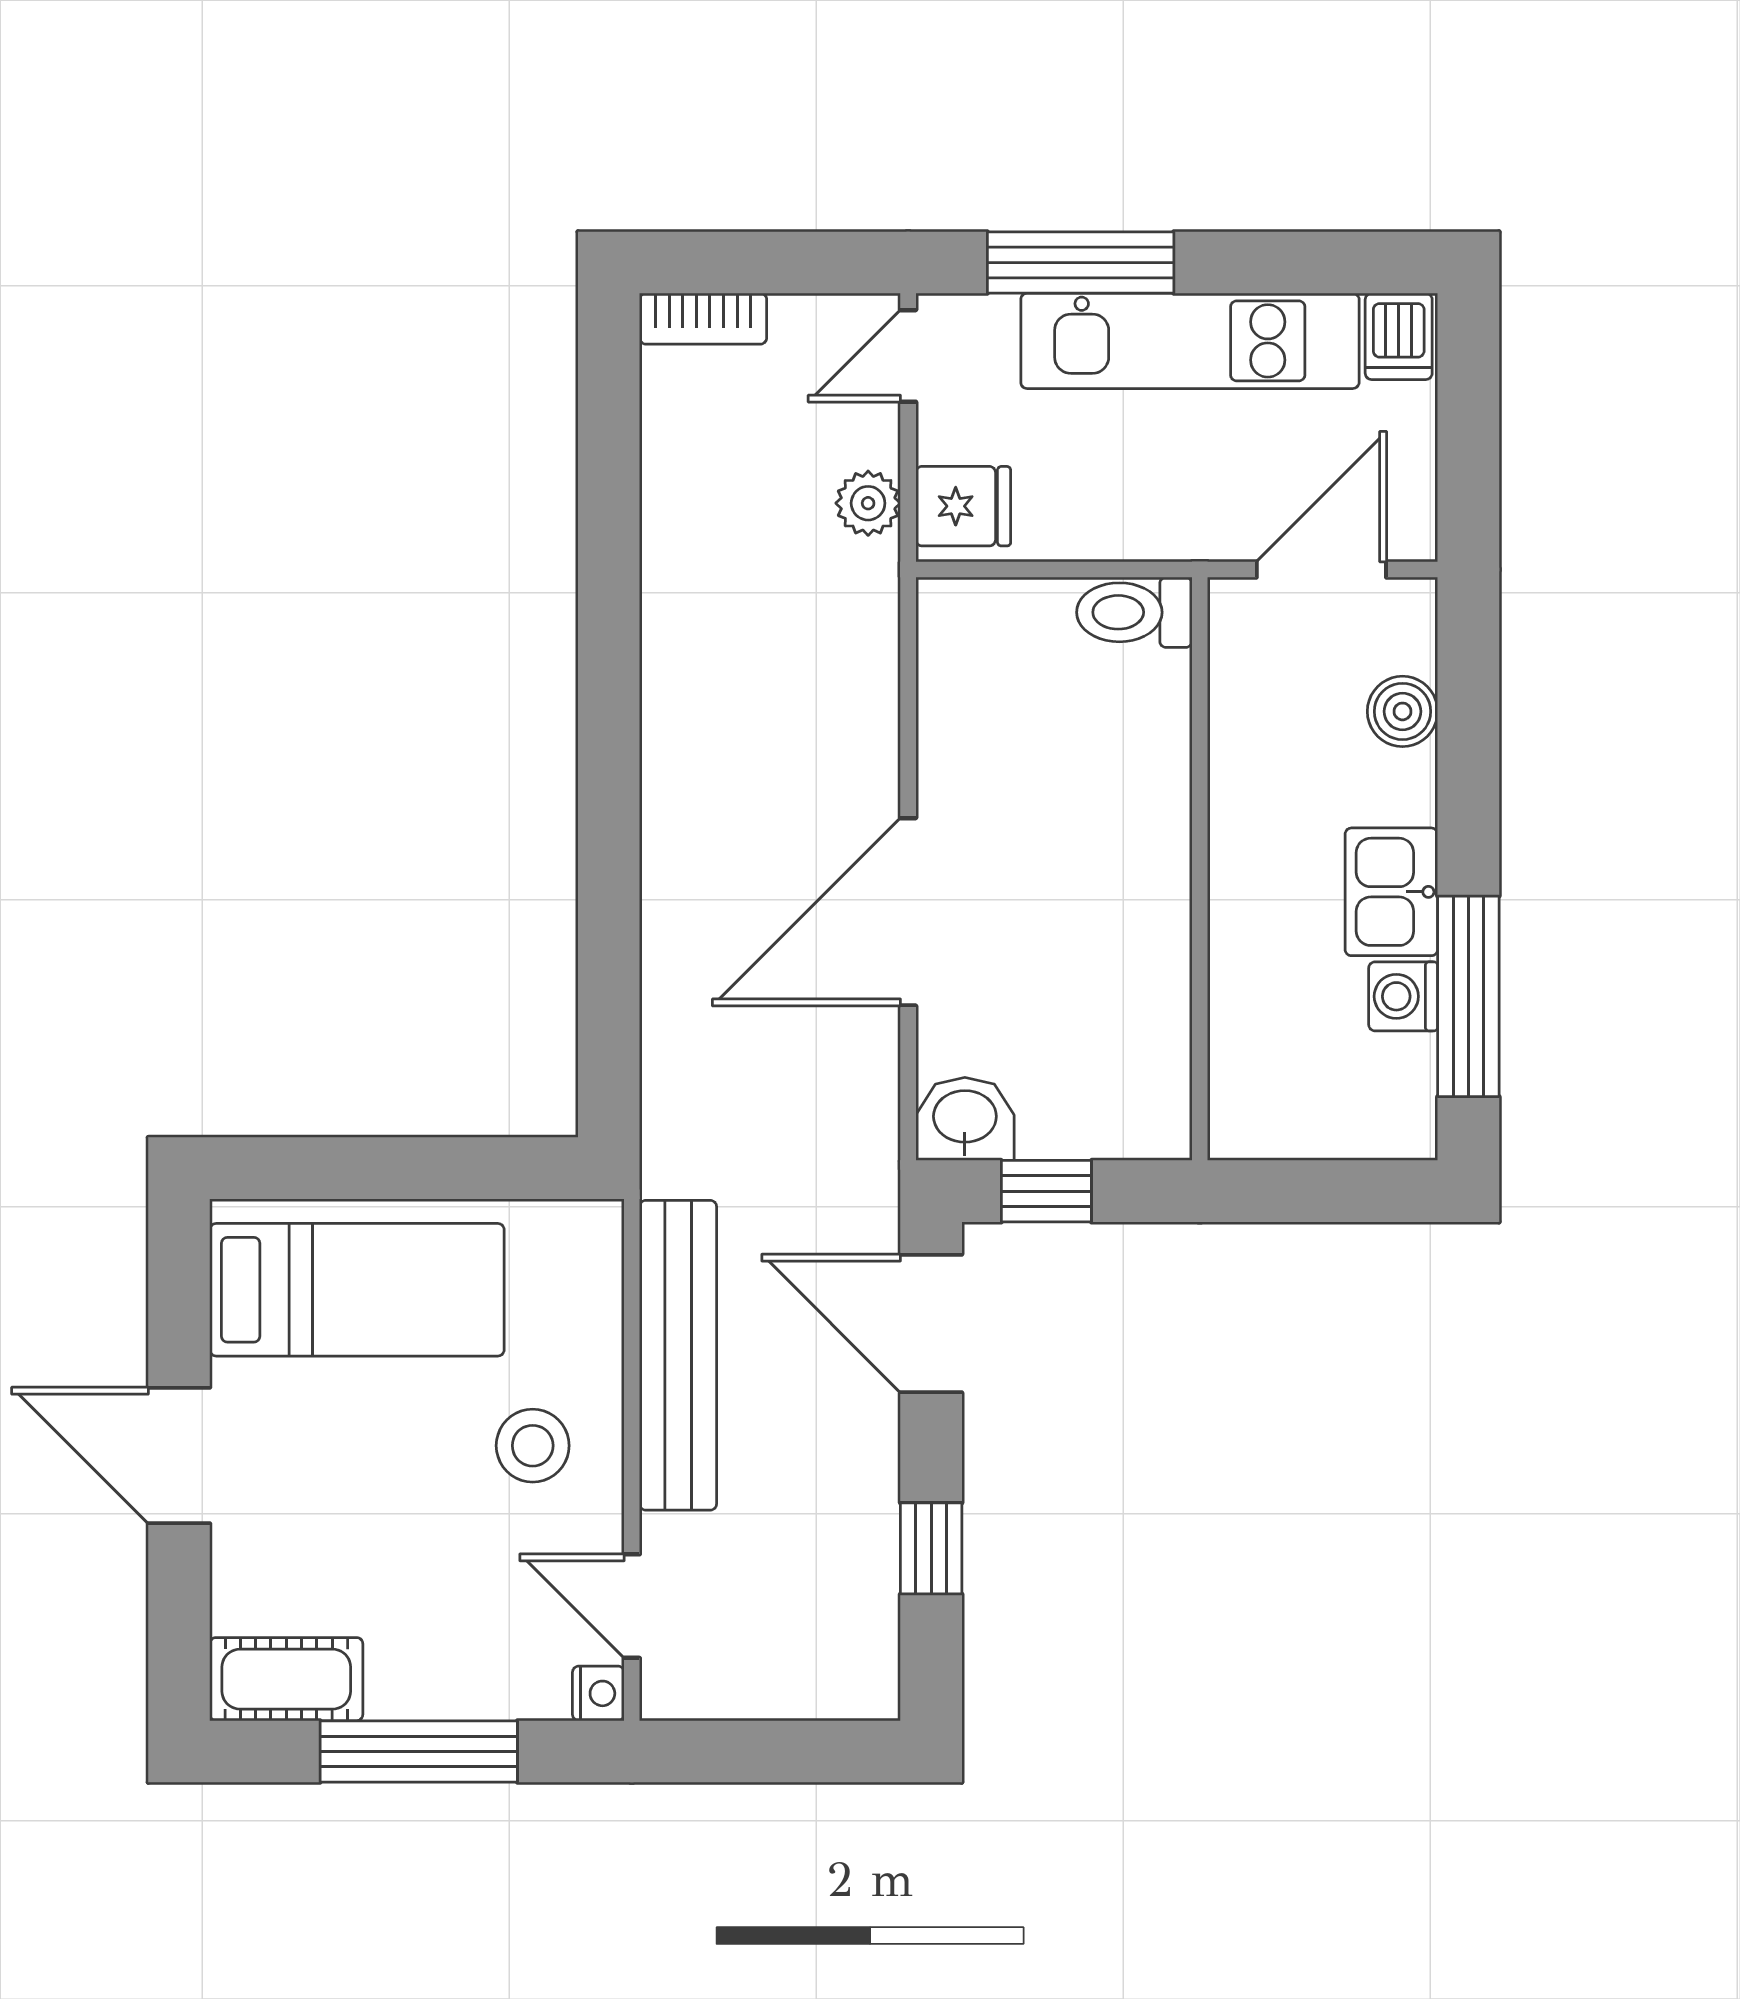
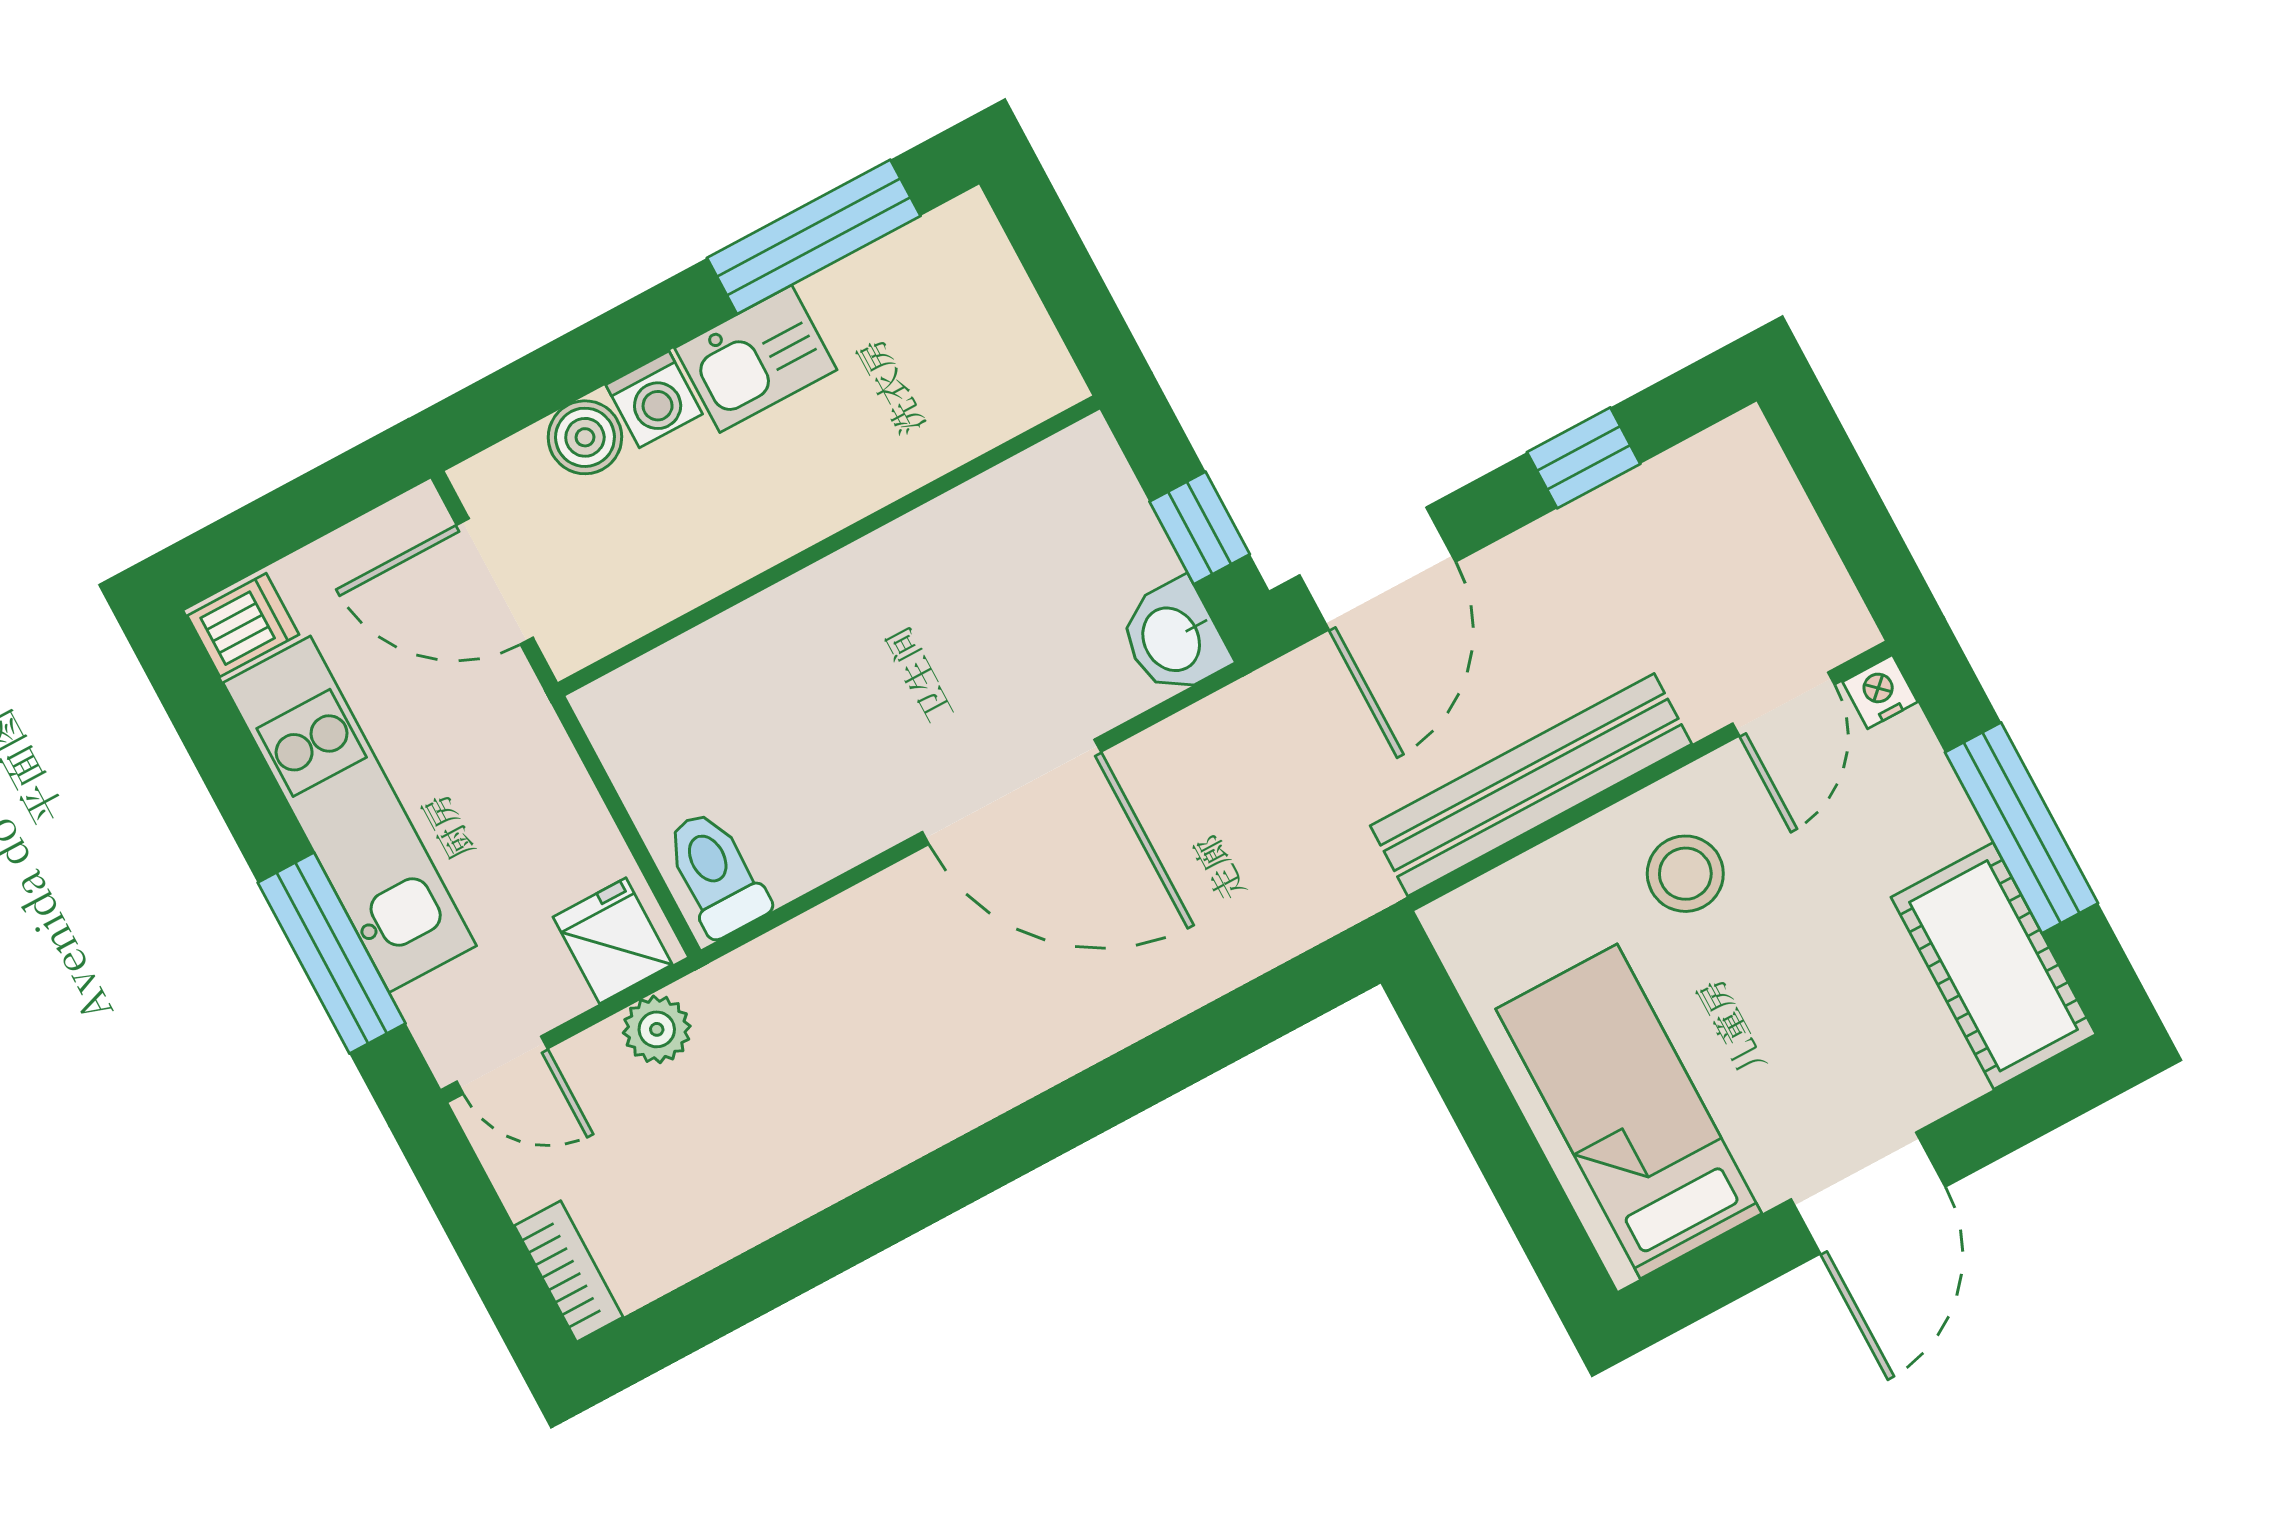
toilet: (1134, 612) -> (716, 873), moved, turned 180
washing machine: (1403, 996) -> (654, 399), moved
cot: (286, 1679) -> (1994, 966), width x1.37, depth x1.34

